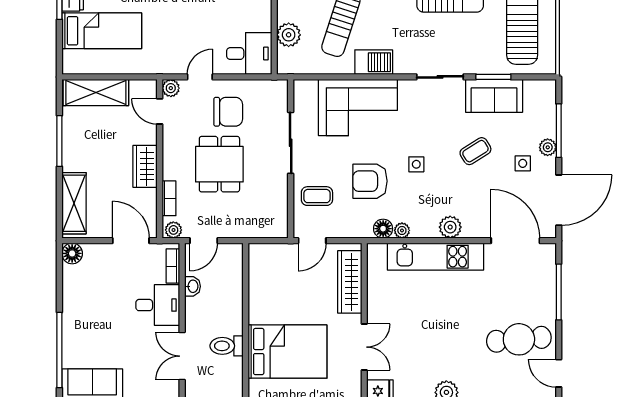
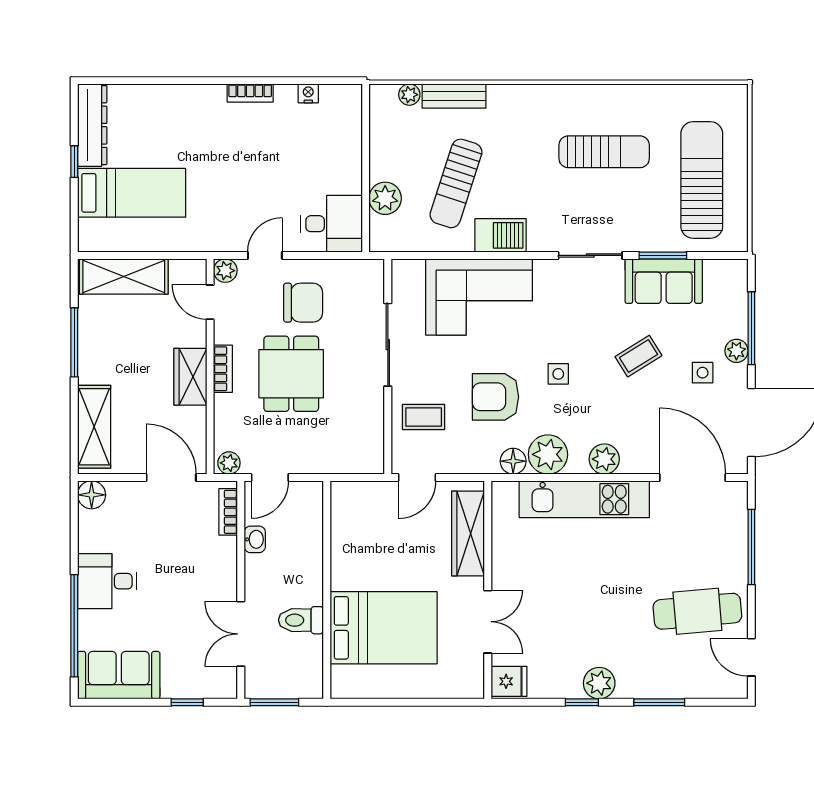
bookcase: (169, 198) -> (223, 369), moved
plant: (402, 230) -> (548, 454), width x1.88, depth x1.88
desk: (158, 305) -> (107, 581), moved, turned 180

